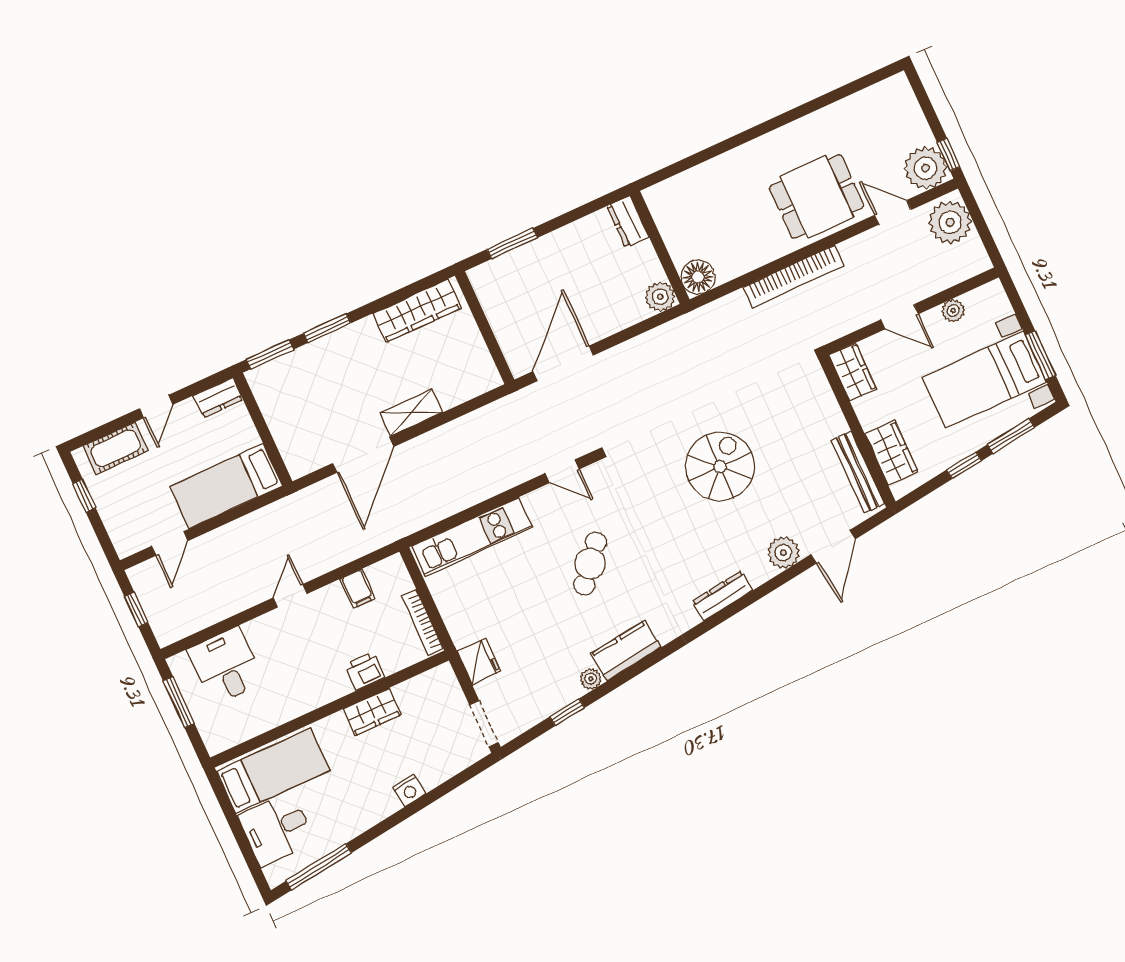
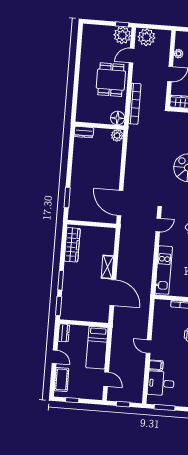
dresser: (628, 222) -> (84, 132), moved
wall: (660, 247) -> (99, 126), moved
floor lamp: (698, 277) -> (118, 118), moved
plant: (660, 297) -> (117, 135), moved
filing cabinet: (358, 589) -> (156, 365), moved

